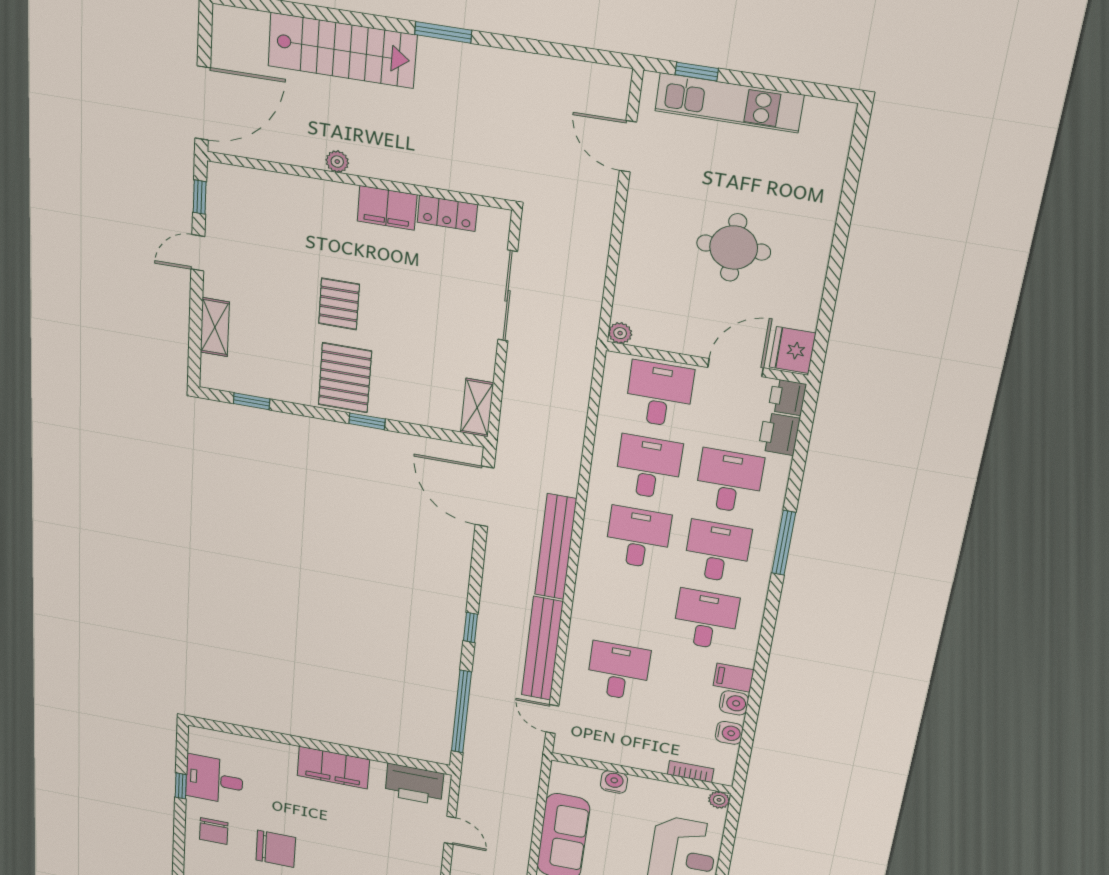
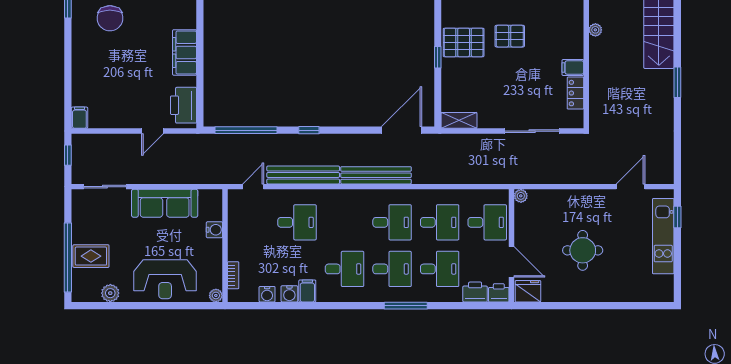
filing cabinet: (387, 208) -> (573, 67), width x0.50

